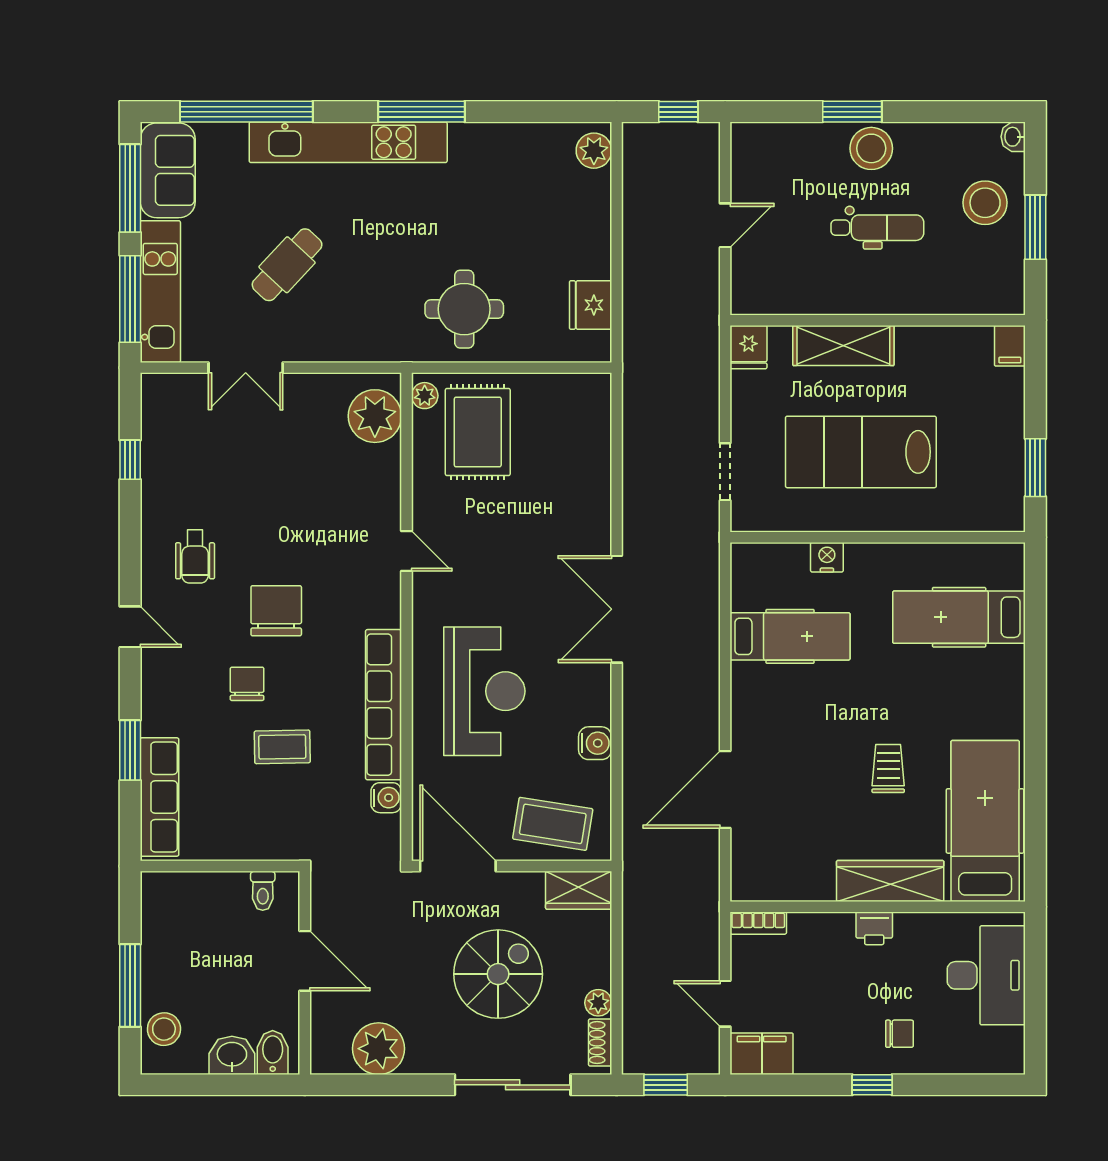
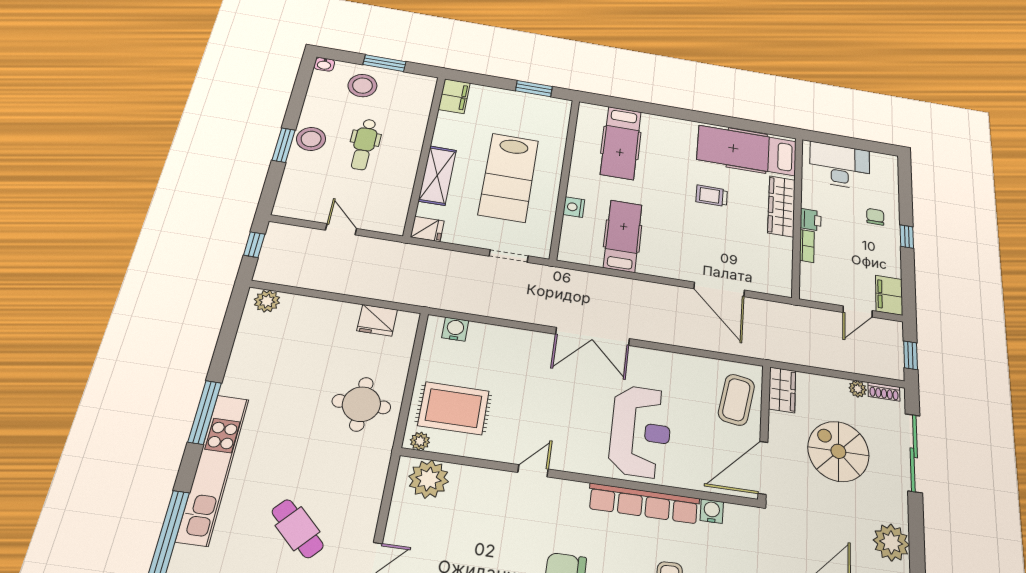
dental chair: (877, 228) -> (364, 144), turned 180
filing cabinet: (1010, 346) -> (454, 96), width x2.00
reception desk: (484, 691) -> (641, 431), turned 90
water cooler: (595, 743) -> (455, 329), moved
bookcase: (758, 923) -> (807, 246), moved

